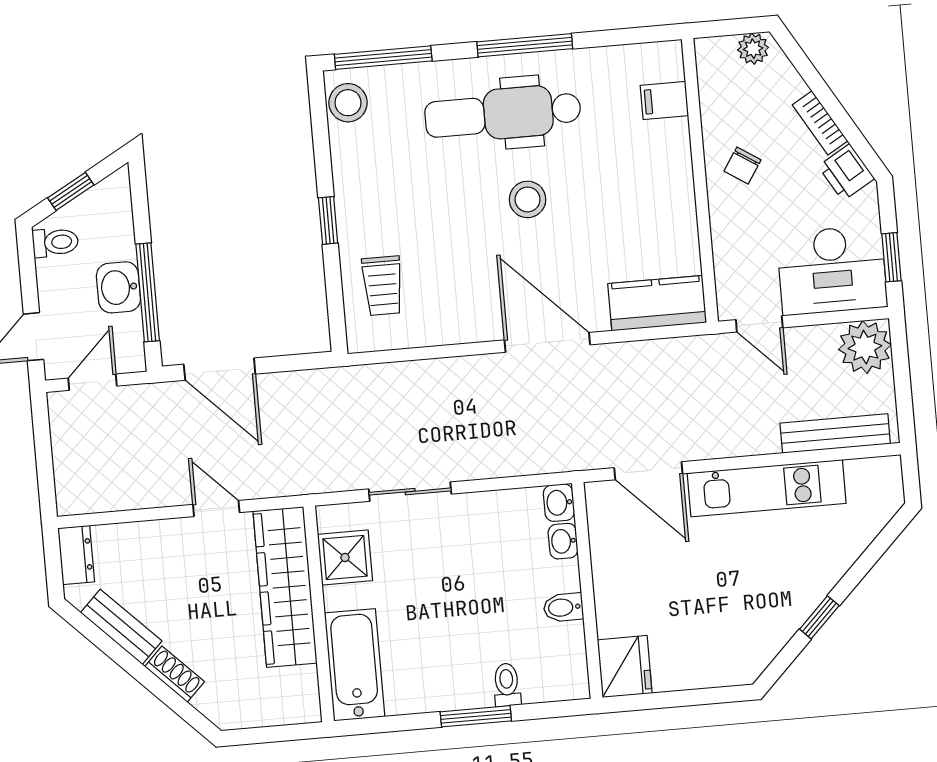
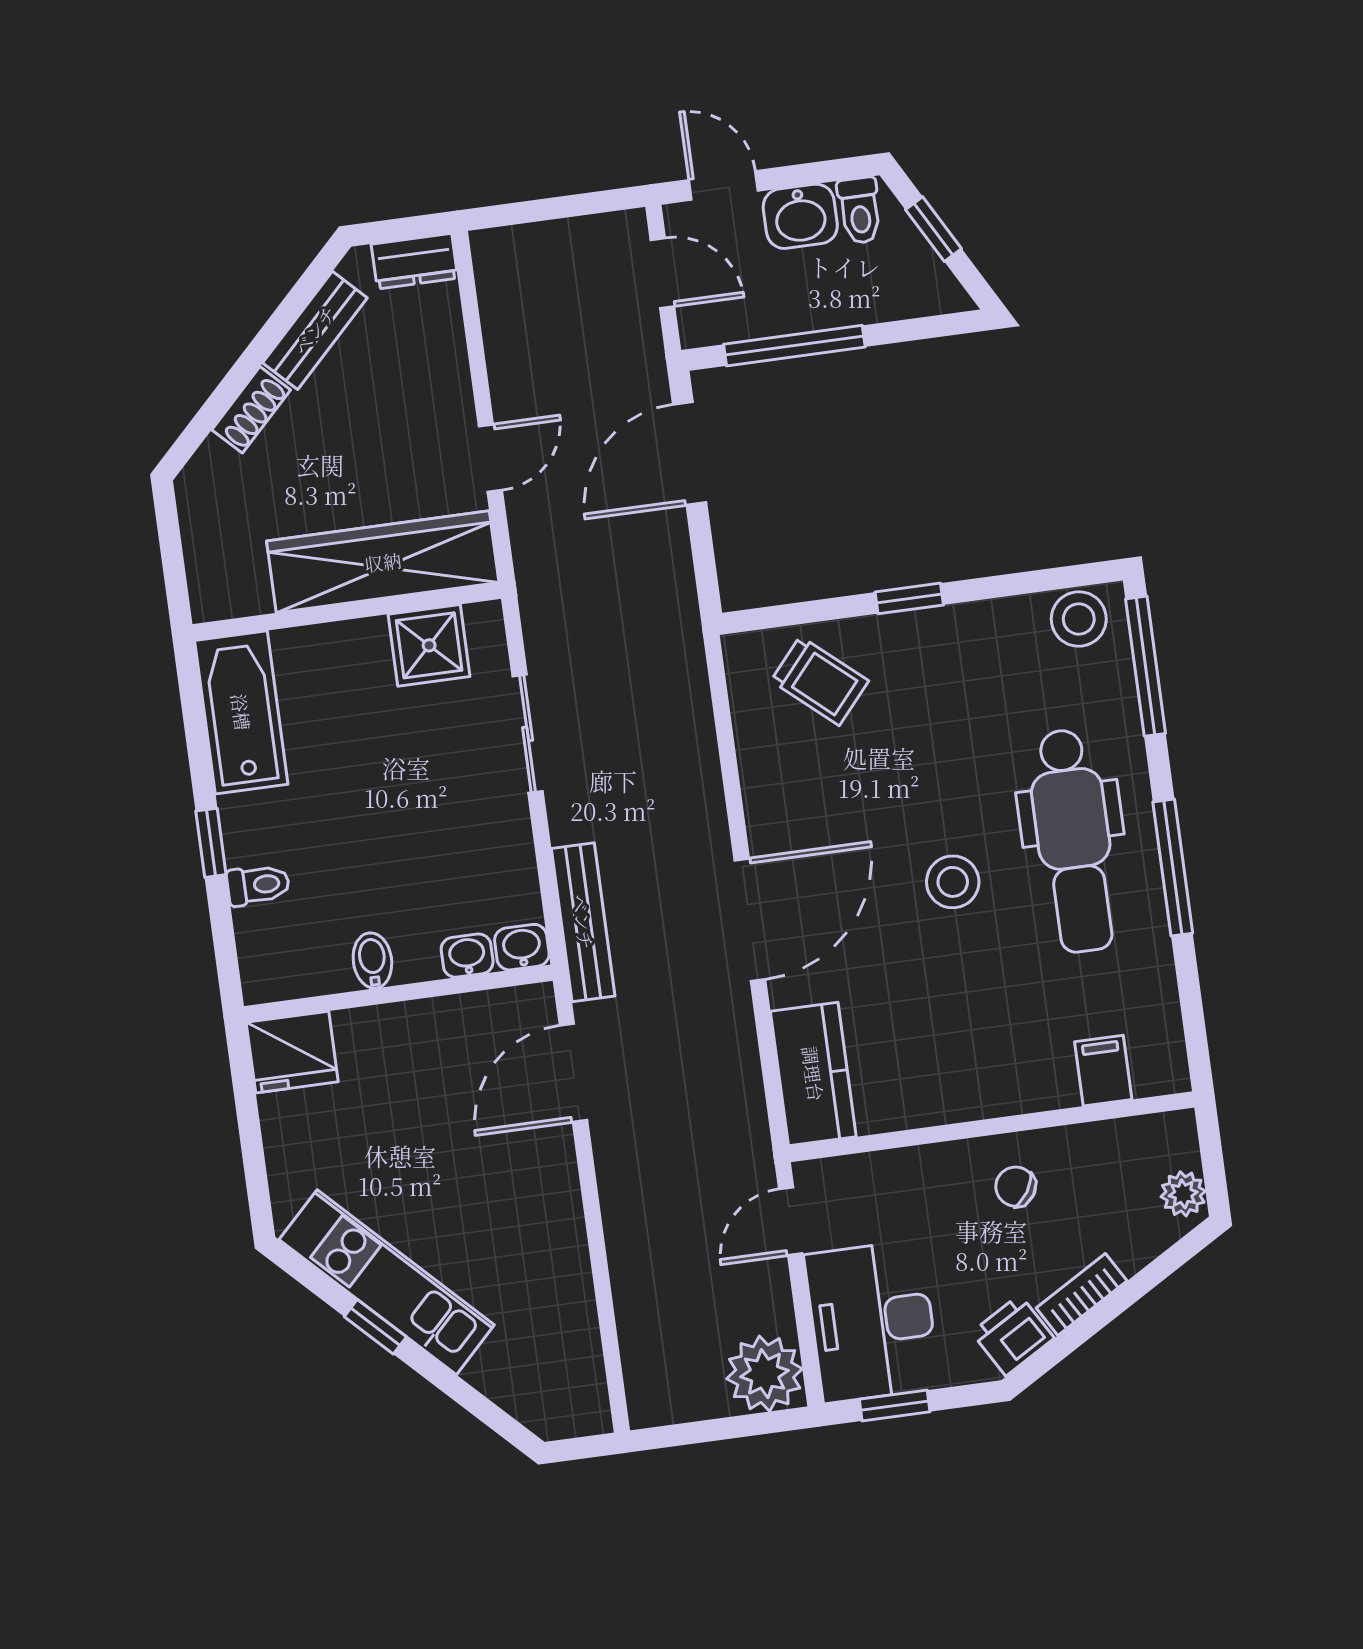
dental chair: (503, 114) -> (1074, 841), turned 180
trolley: (383, 286) -> (820, 681), turned -139
washbasin: (118, 287) -> (800, 216), moved, turned 180
bench: (835, 433) -> (583, 922), moved
kitchen unit: (767, 488) -> (387, 1282), moved, turned 135
bathtub: (355, 665) -> (241, 712), moved, turned -90
window: (476, 716) -> (211, 843), width x0.67

